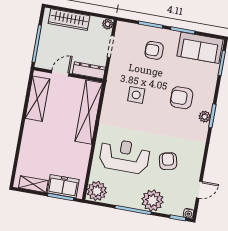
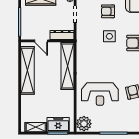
door: (60, 73) -> (41, 41), swing flipped
side table: (136, 95) -> (109, 36), moved
shelving: (37, 99) -> (27, 70), width x1.47
reception desk: (124, 156) -> (100, 94), turned 180
plant: (152, 201) -> (127, 123), removed

